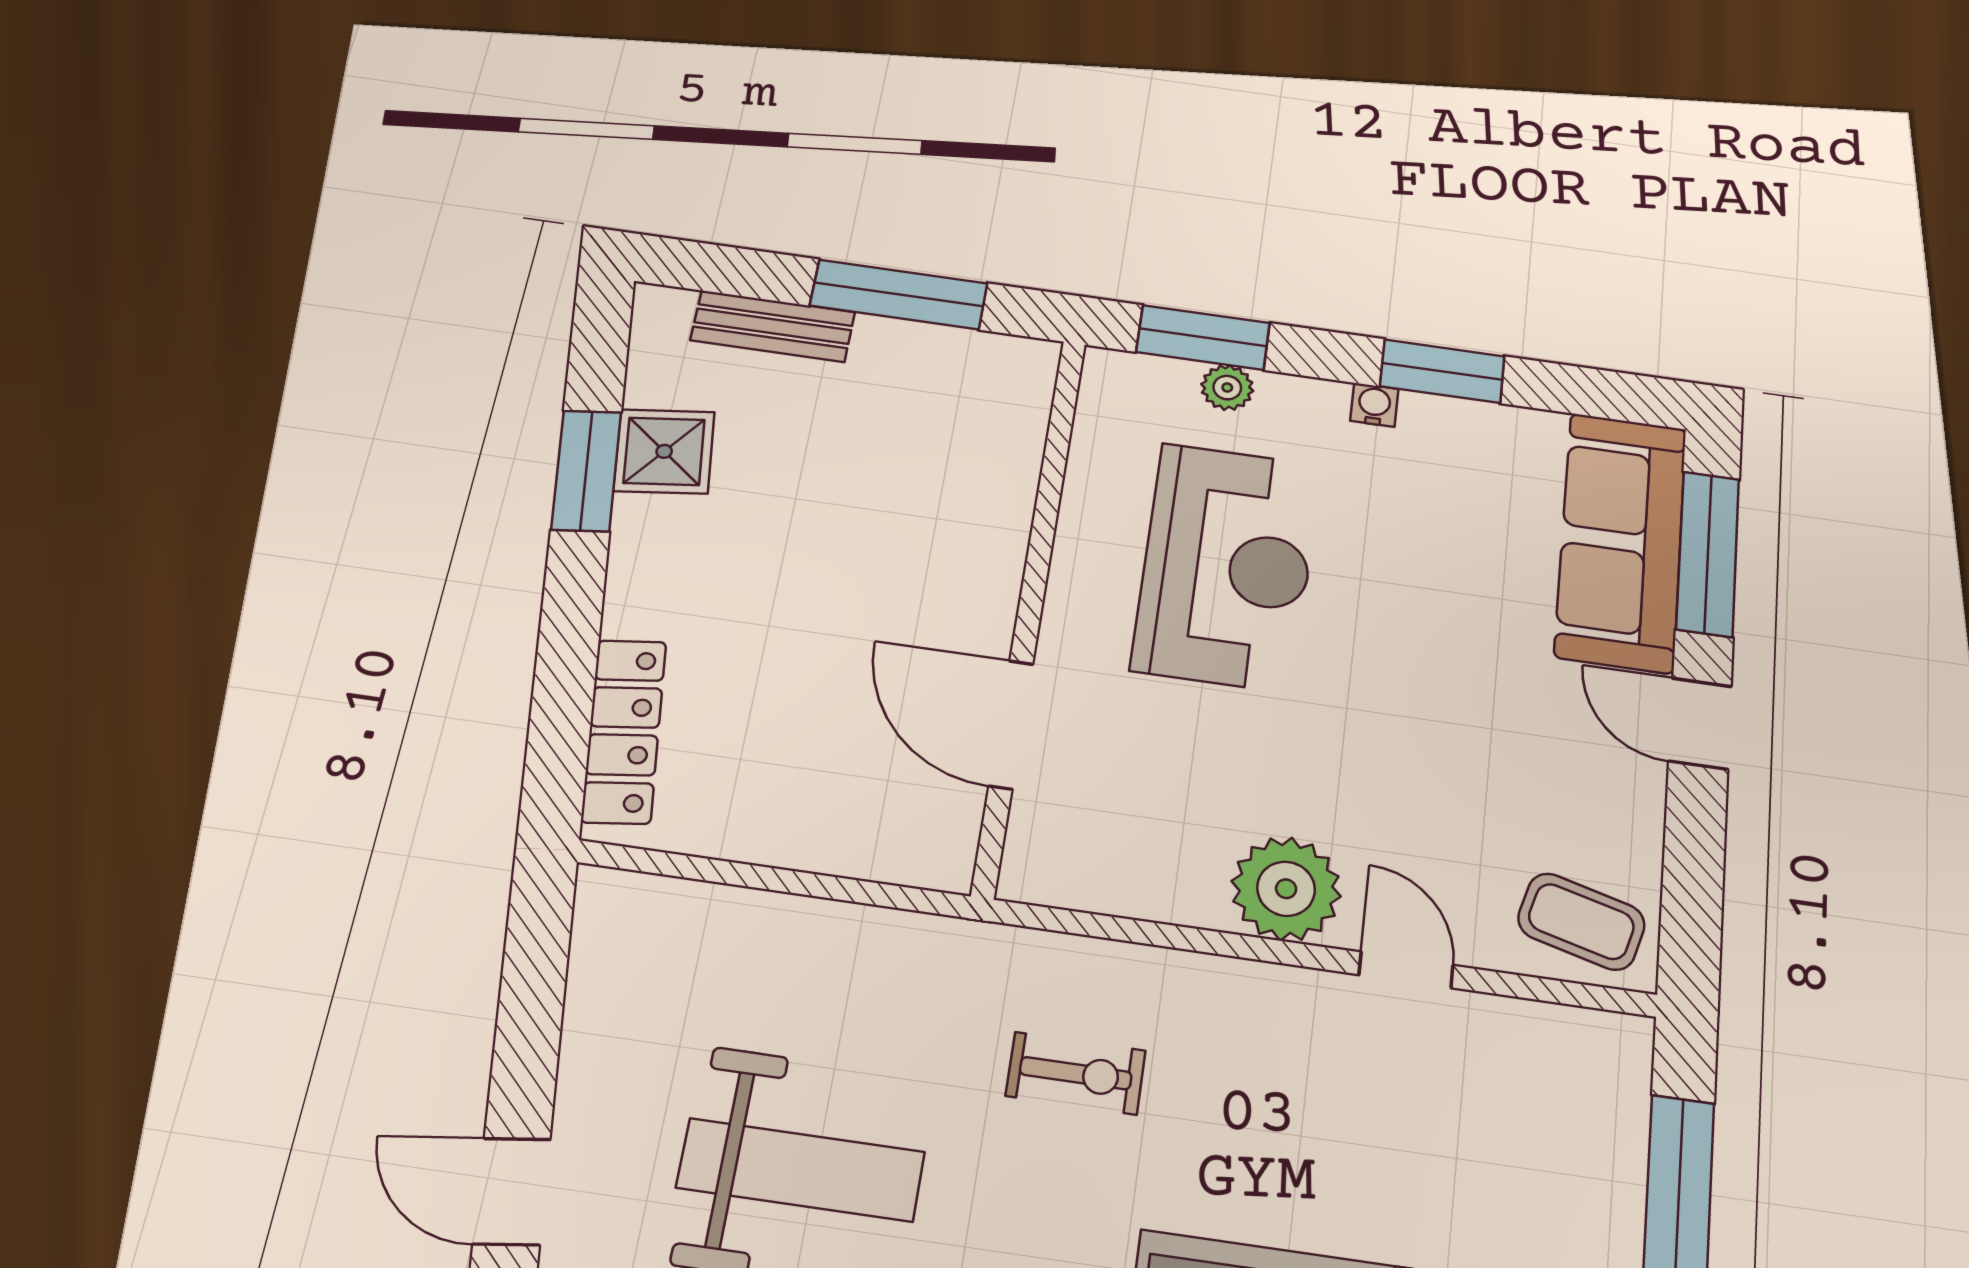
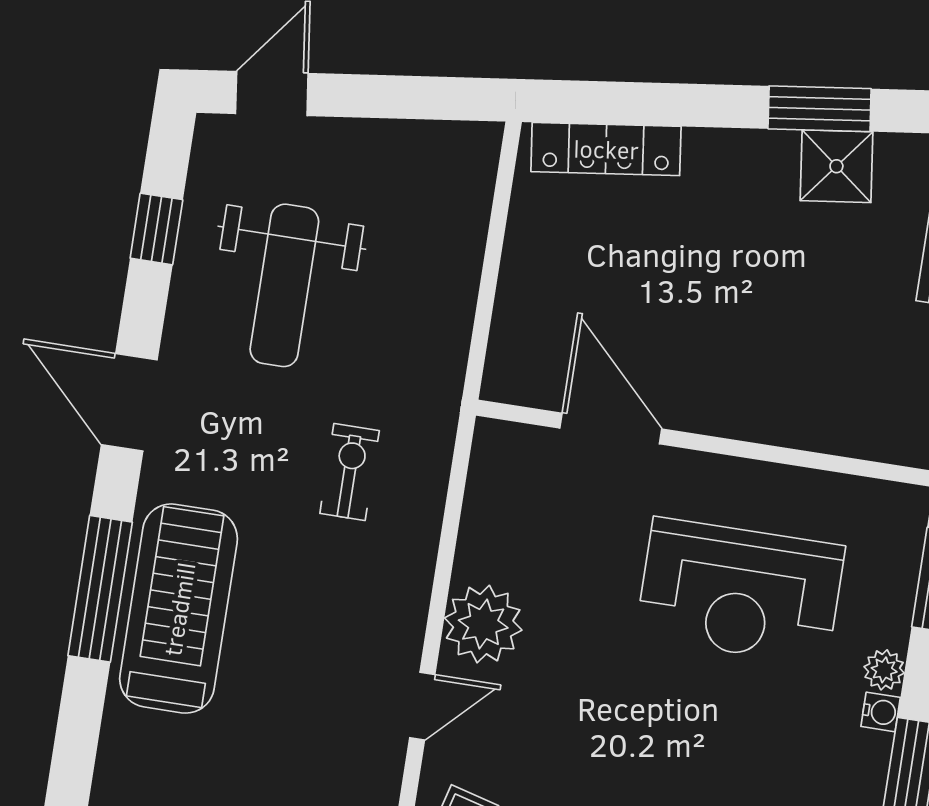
plant: (1227, 388) -> (884, 670), moved
door: (1011, 725) -> (611, 428), hinge flipped
exercise bike: (1076, 1073) -> (350, 472), turned 180

